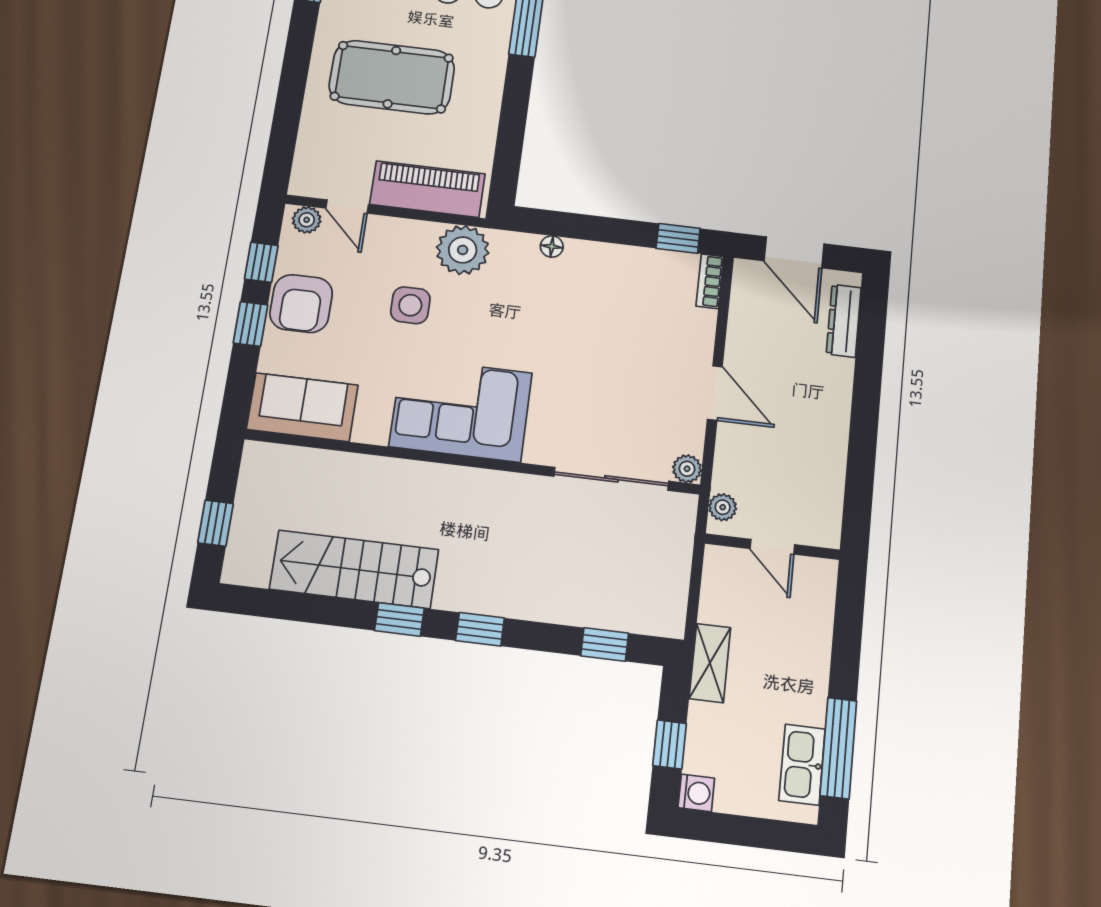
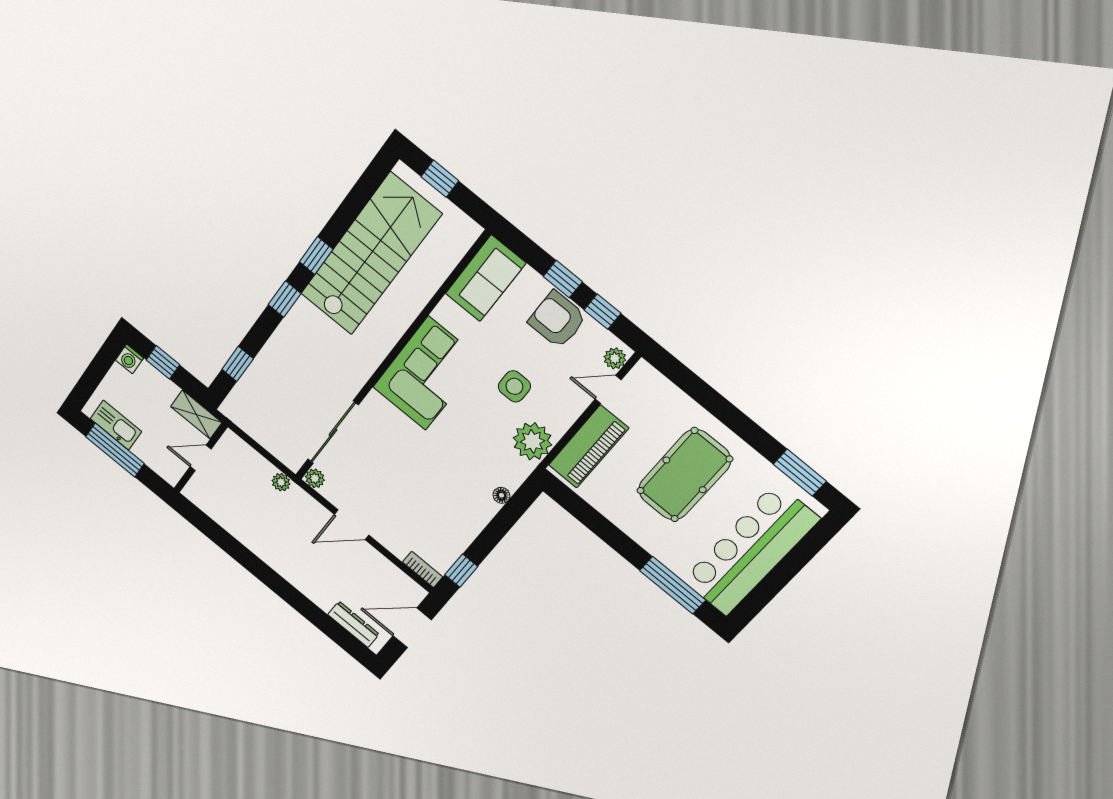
door: (772, 547) -> (201, 458), moved
wall: (772, 547) -> (201, 458), moved
stairs: (354, 569) -> (371, 254), width x1.36, depth x1.51

